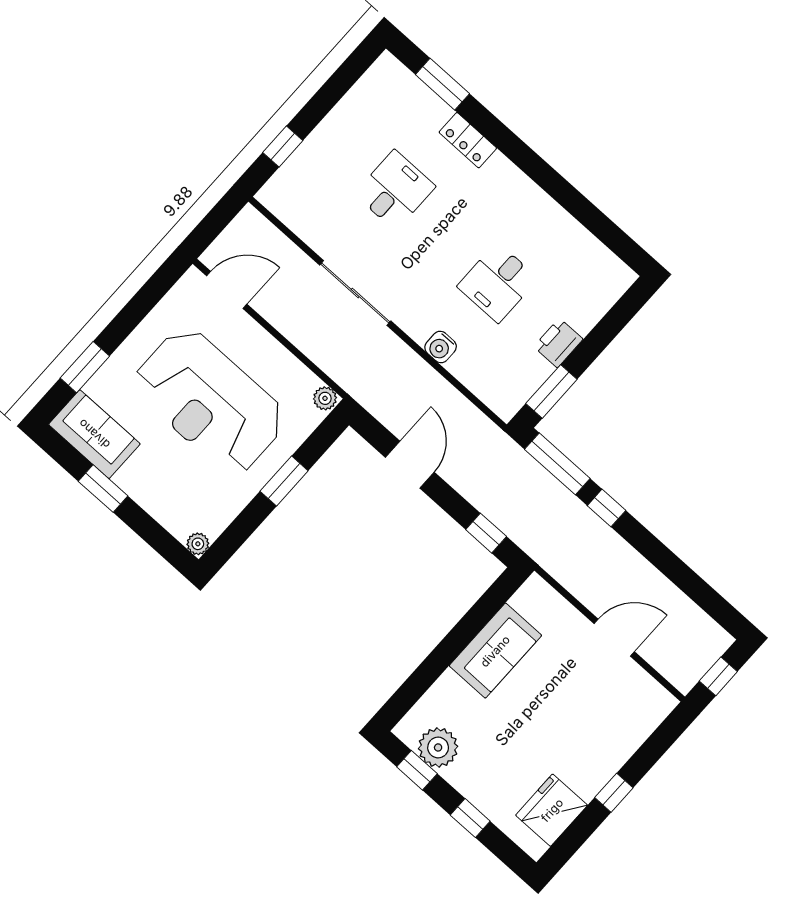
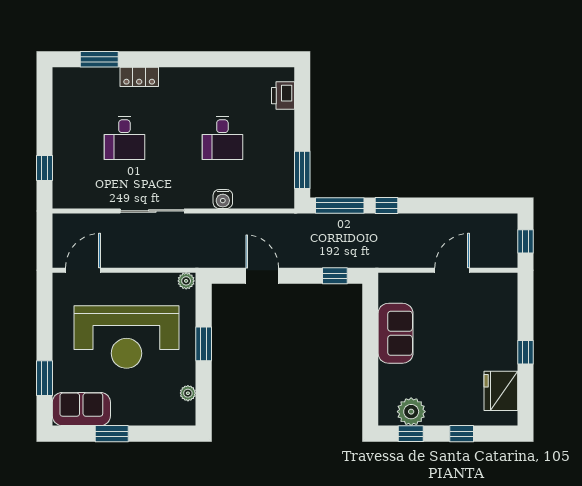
desk: (395, 190) -> (124, 138), turned 180
printer: (558, 343) -> (283, 96), moved
plant: (198, 544) -> (188, 393), moved

